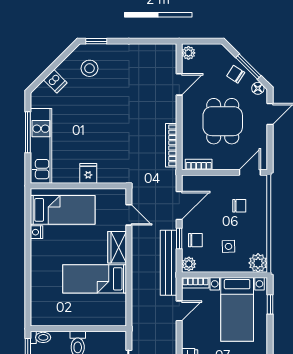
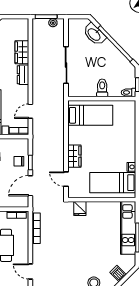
door: (179, 84) -> (30, 271), hinge flipped
fridge: (88, 173) -> (80, 209), moved
bench: (169, 263) -> (38, 145), removed
plant: (189, 264) -> (24, 144), removed
bed: (95, 279) -> (90, 115), moved

